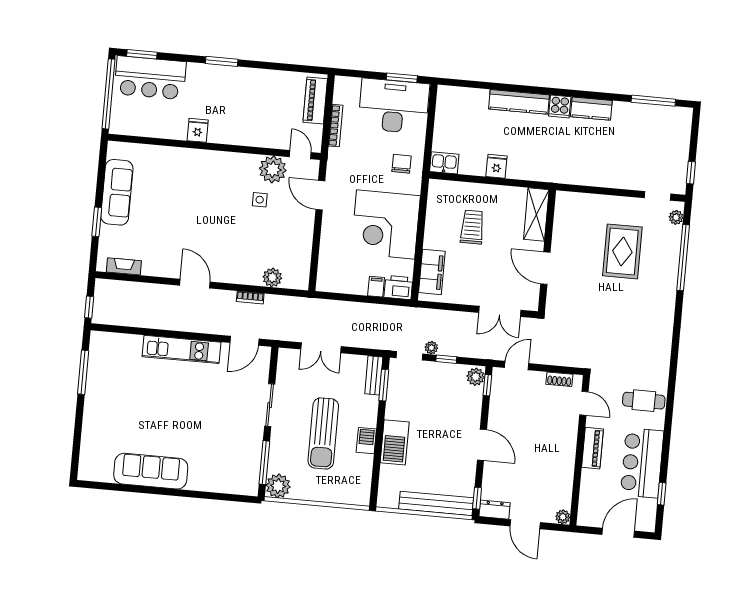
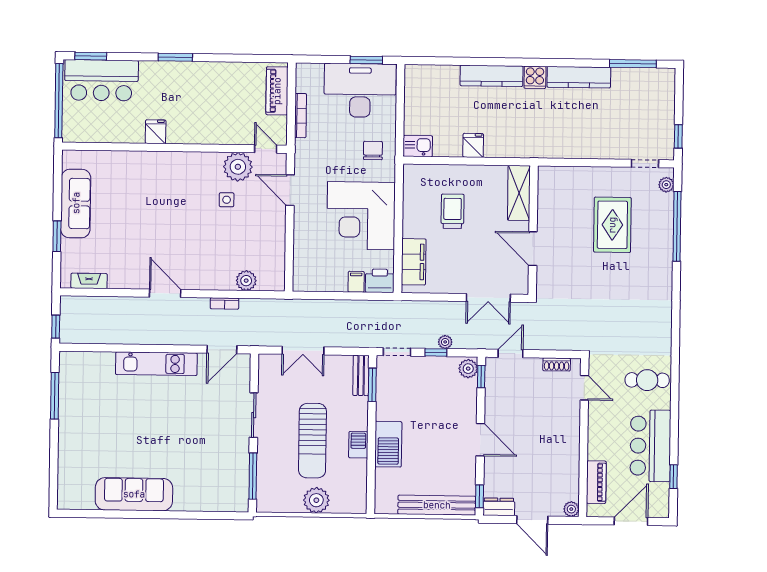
kitchen counter: (591, 109) -> (579, 77), width x1.50
plant: (431, 348) -> (445, 342), moved
piano: (592, 448) -> (596, 482), moved
plant: (278, 486) -> (316, 500), moved

